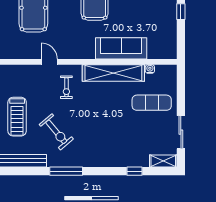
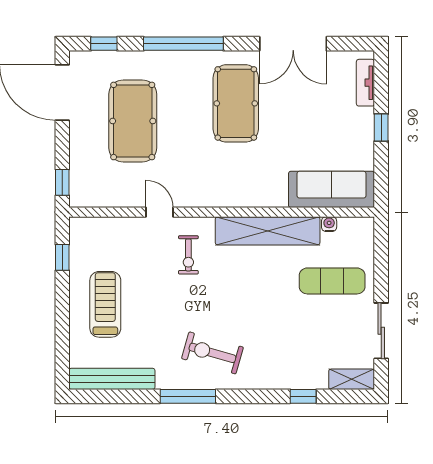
sofa: (121, 48) -> (331, 189), moved
treadmill: (17, 117) -> (105, 304), turned 180
exercise bike: (56, 132) -> (212, 353), moved, turned 146

